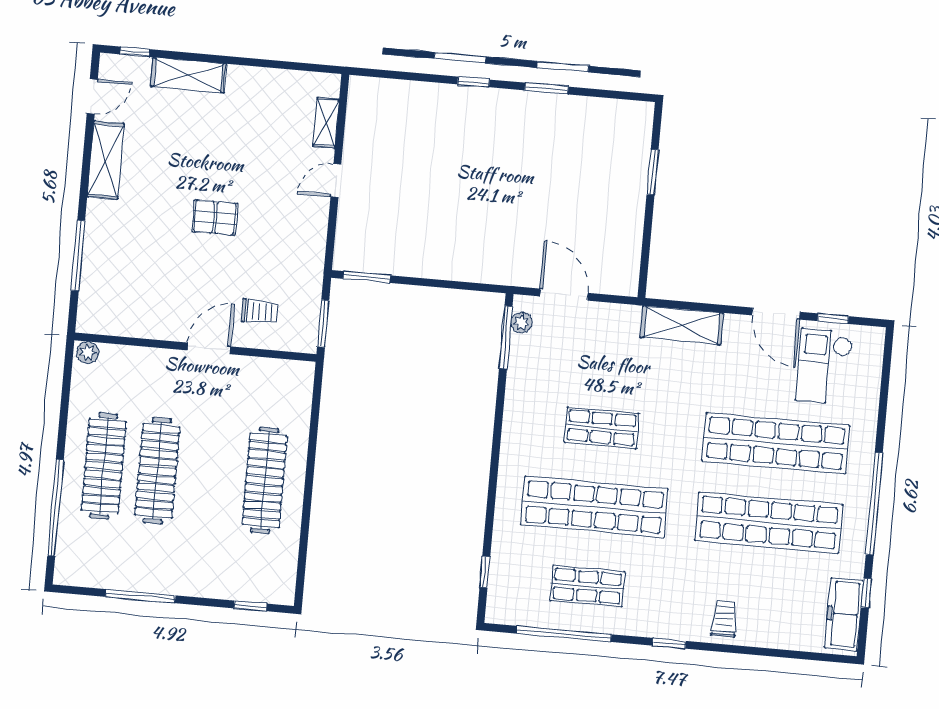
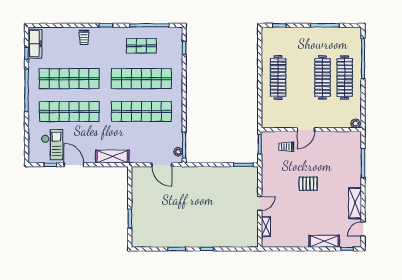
shop shelf: (602, 428) -> (141, 111), width x2.00, depth x1.36

